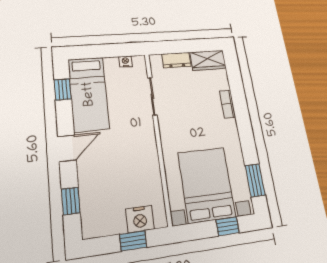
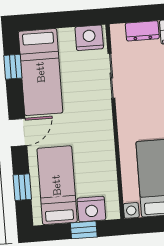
nightstand: (125, 61) -> (89, 38), width x1.89, depth x1.79
bed: (106, 197) -> (57, 185), added

